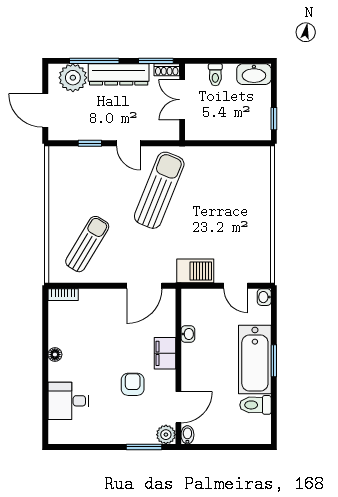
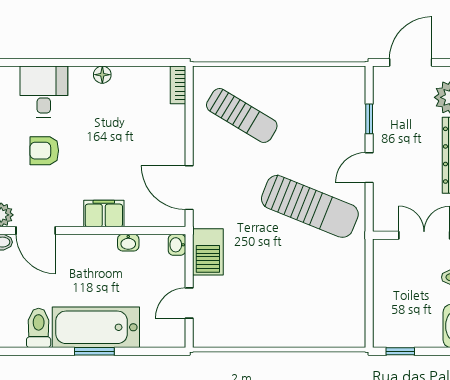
washbasin: (264, 297) -> (177, 245), moved, turned -90
armchair: (133, 384) -> (44, 151), moved, turned 180

